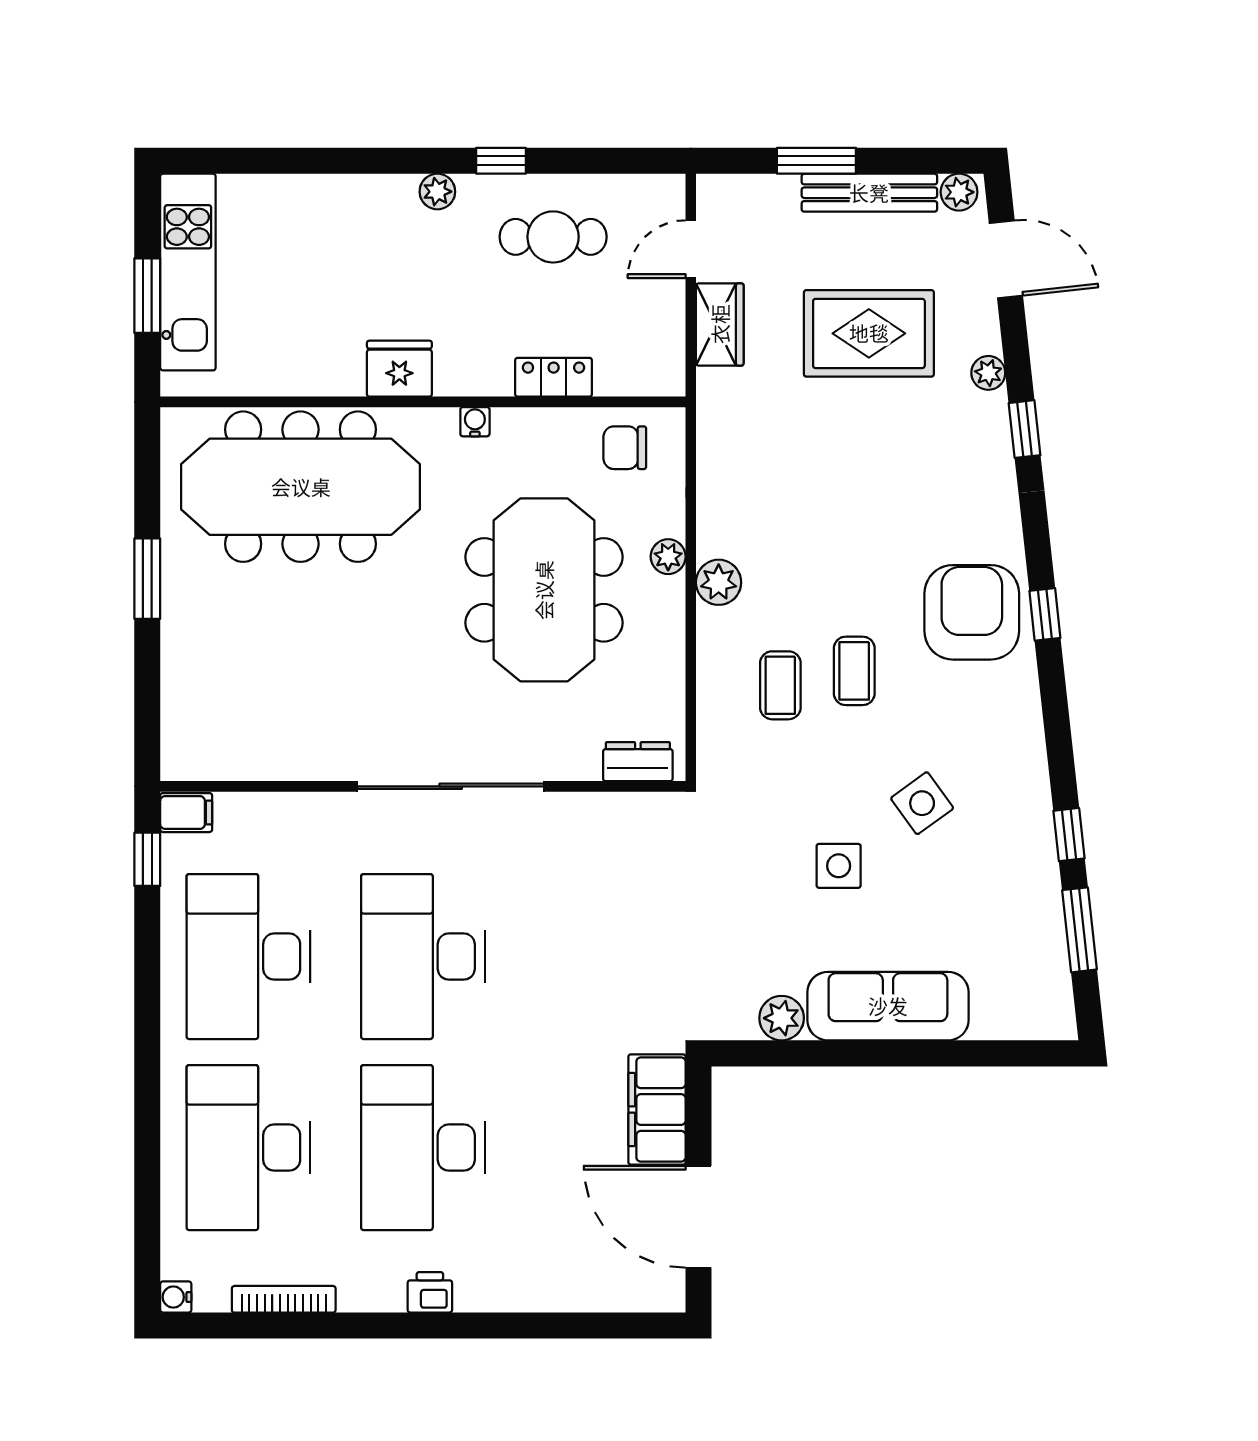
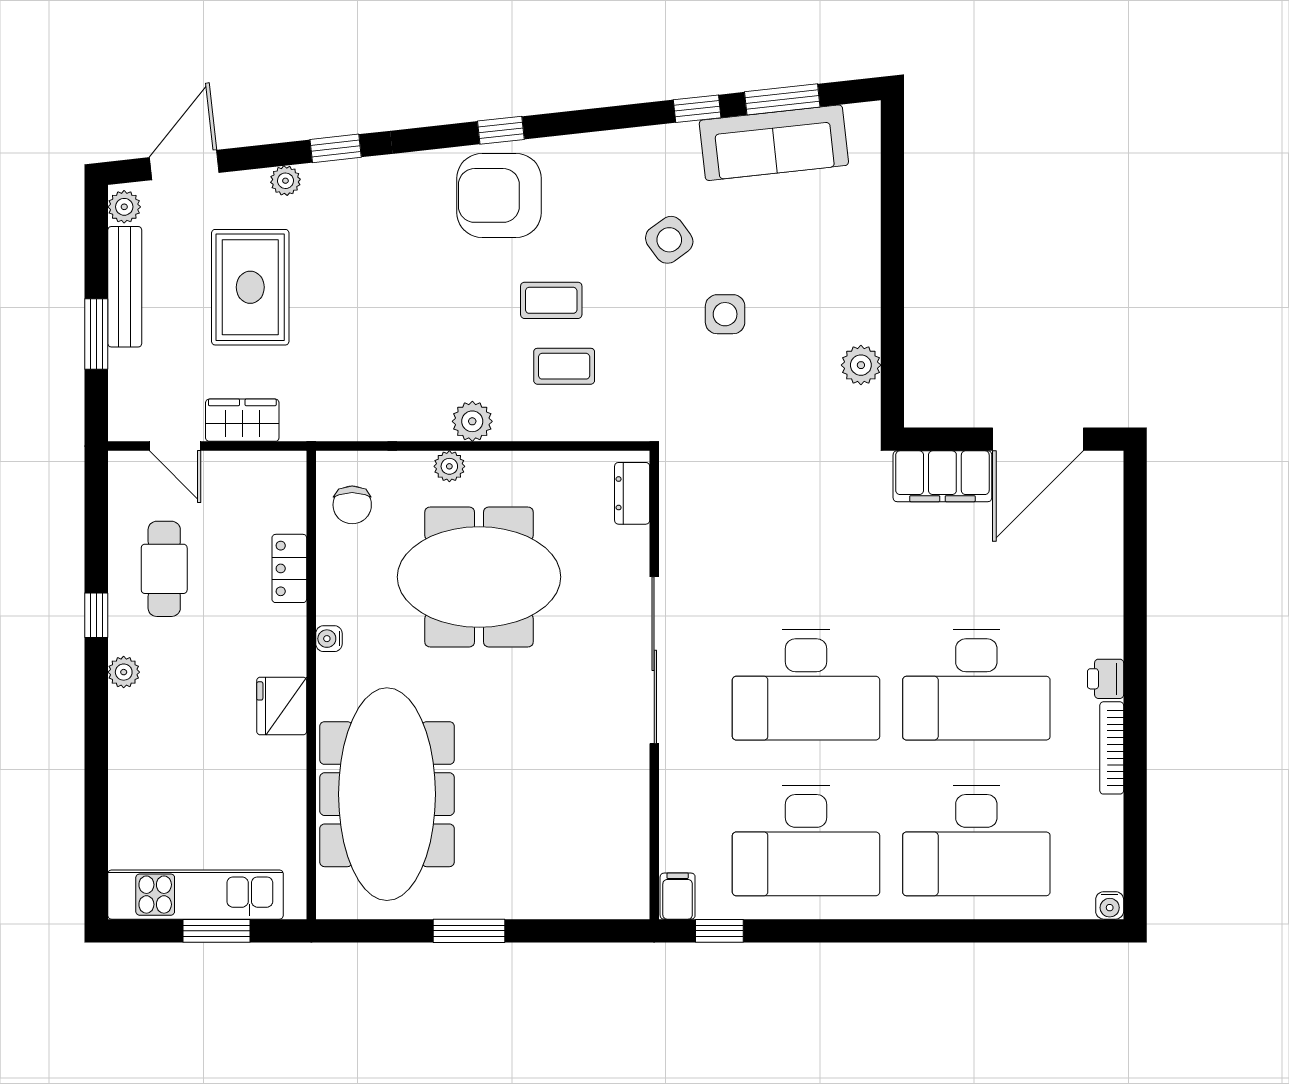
sofa: (888, 1006) -> (774, 143), moved, turned -96
bookcase: (284, 1299) -> (1112, 748), moved

